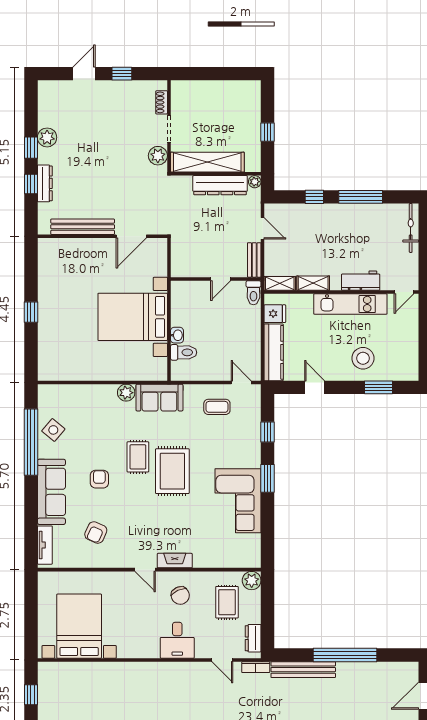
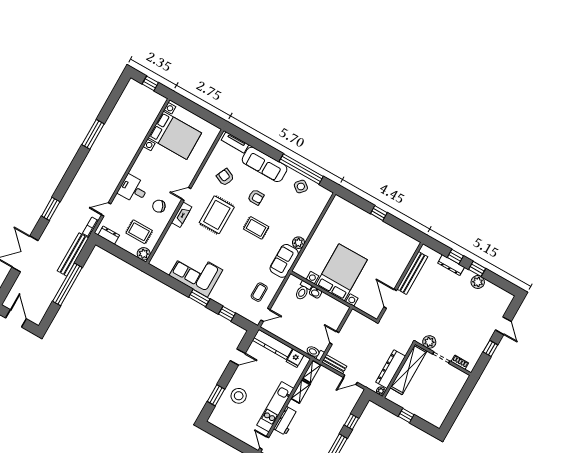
rug: (172, 471) -> (217, 215), moved, turned 90

